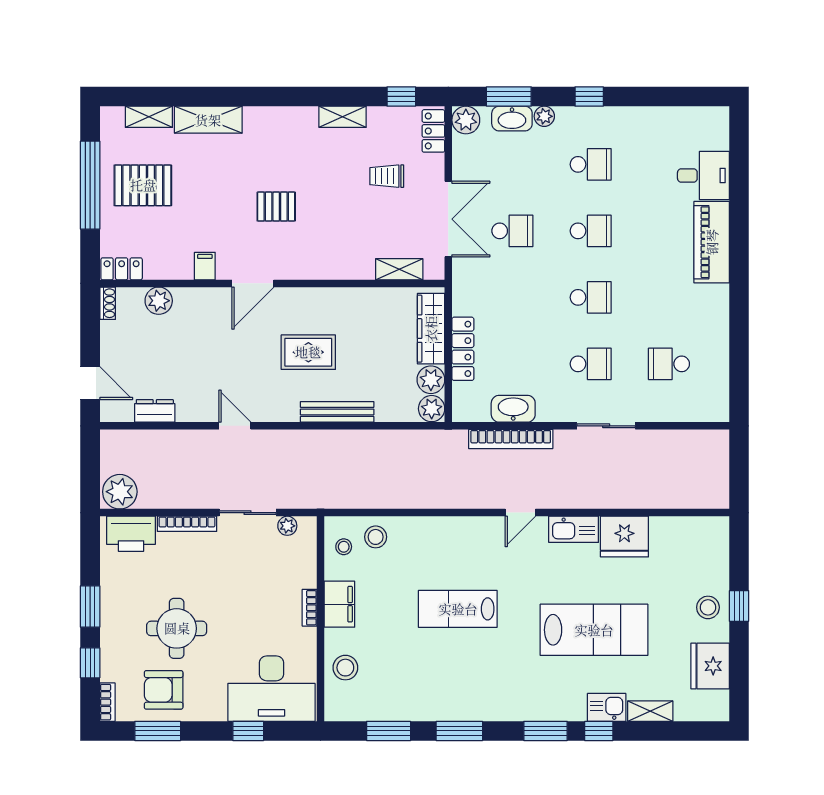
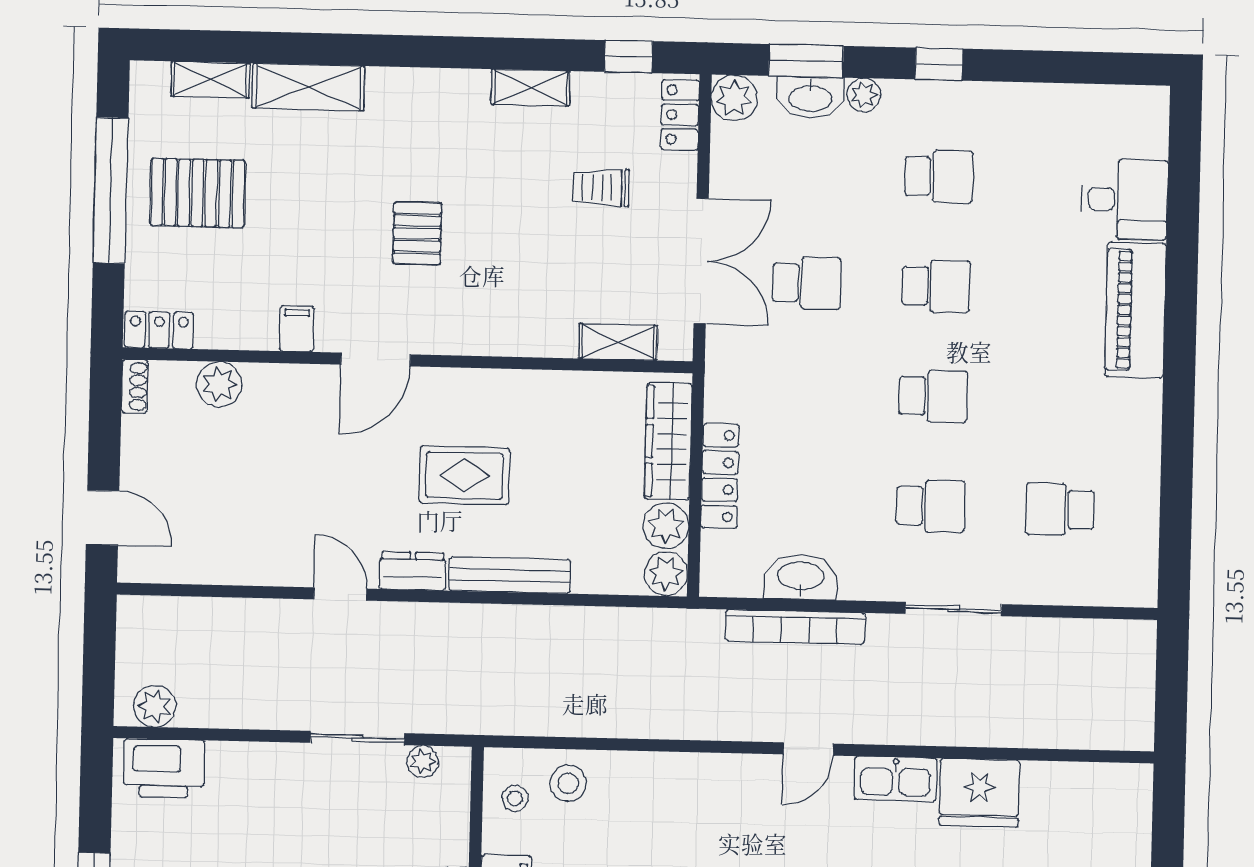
pallet: (276, 207) -> (417, 233), turned 90
dresser: (155, 411) -> (413, 571), moved
plant: (120, 492) -> (155, 706), width x0.73, depth x0.73
bookcase: (187, 524) -> (257, 754), removed

